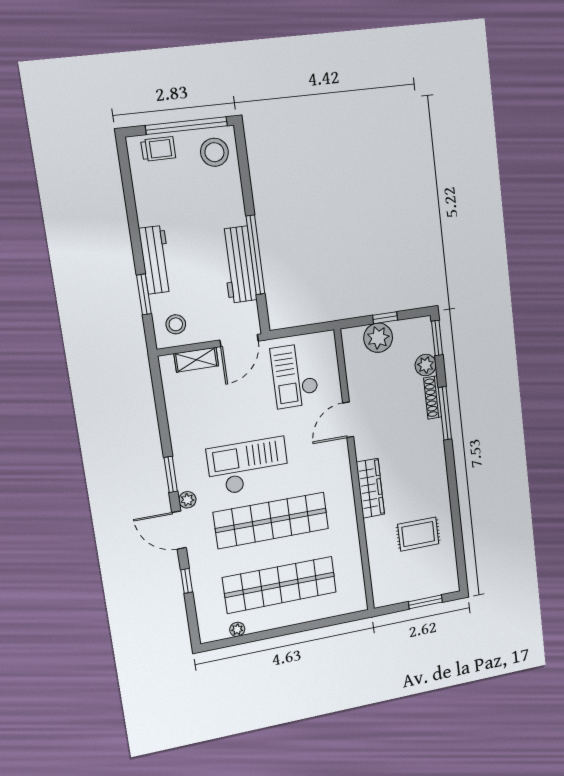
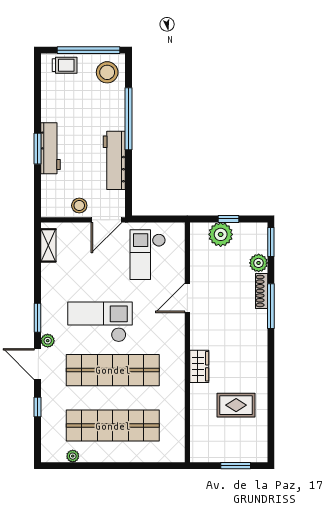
window: (255, 255) -> (129, 119), moved
window: (144, 294) -> (38, 149), moved
stool: (176, 324) -> (79, 206), moved
shelving: (196, 360) -> (48, 245), moved, turned 90
wardrobe: (370, 488) -> (199, 366), width x0.67

